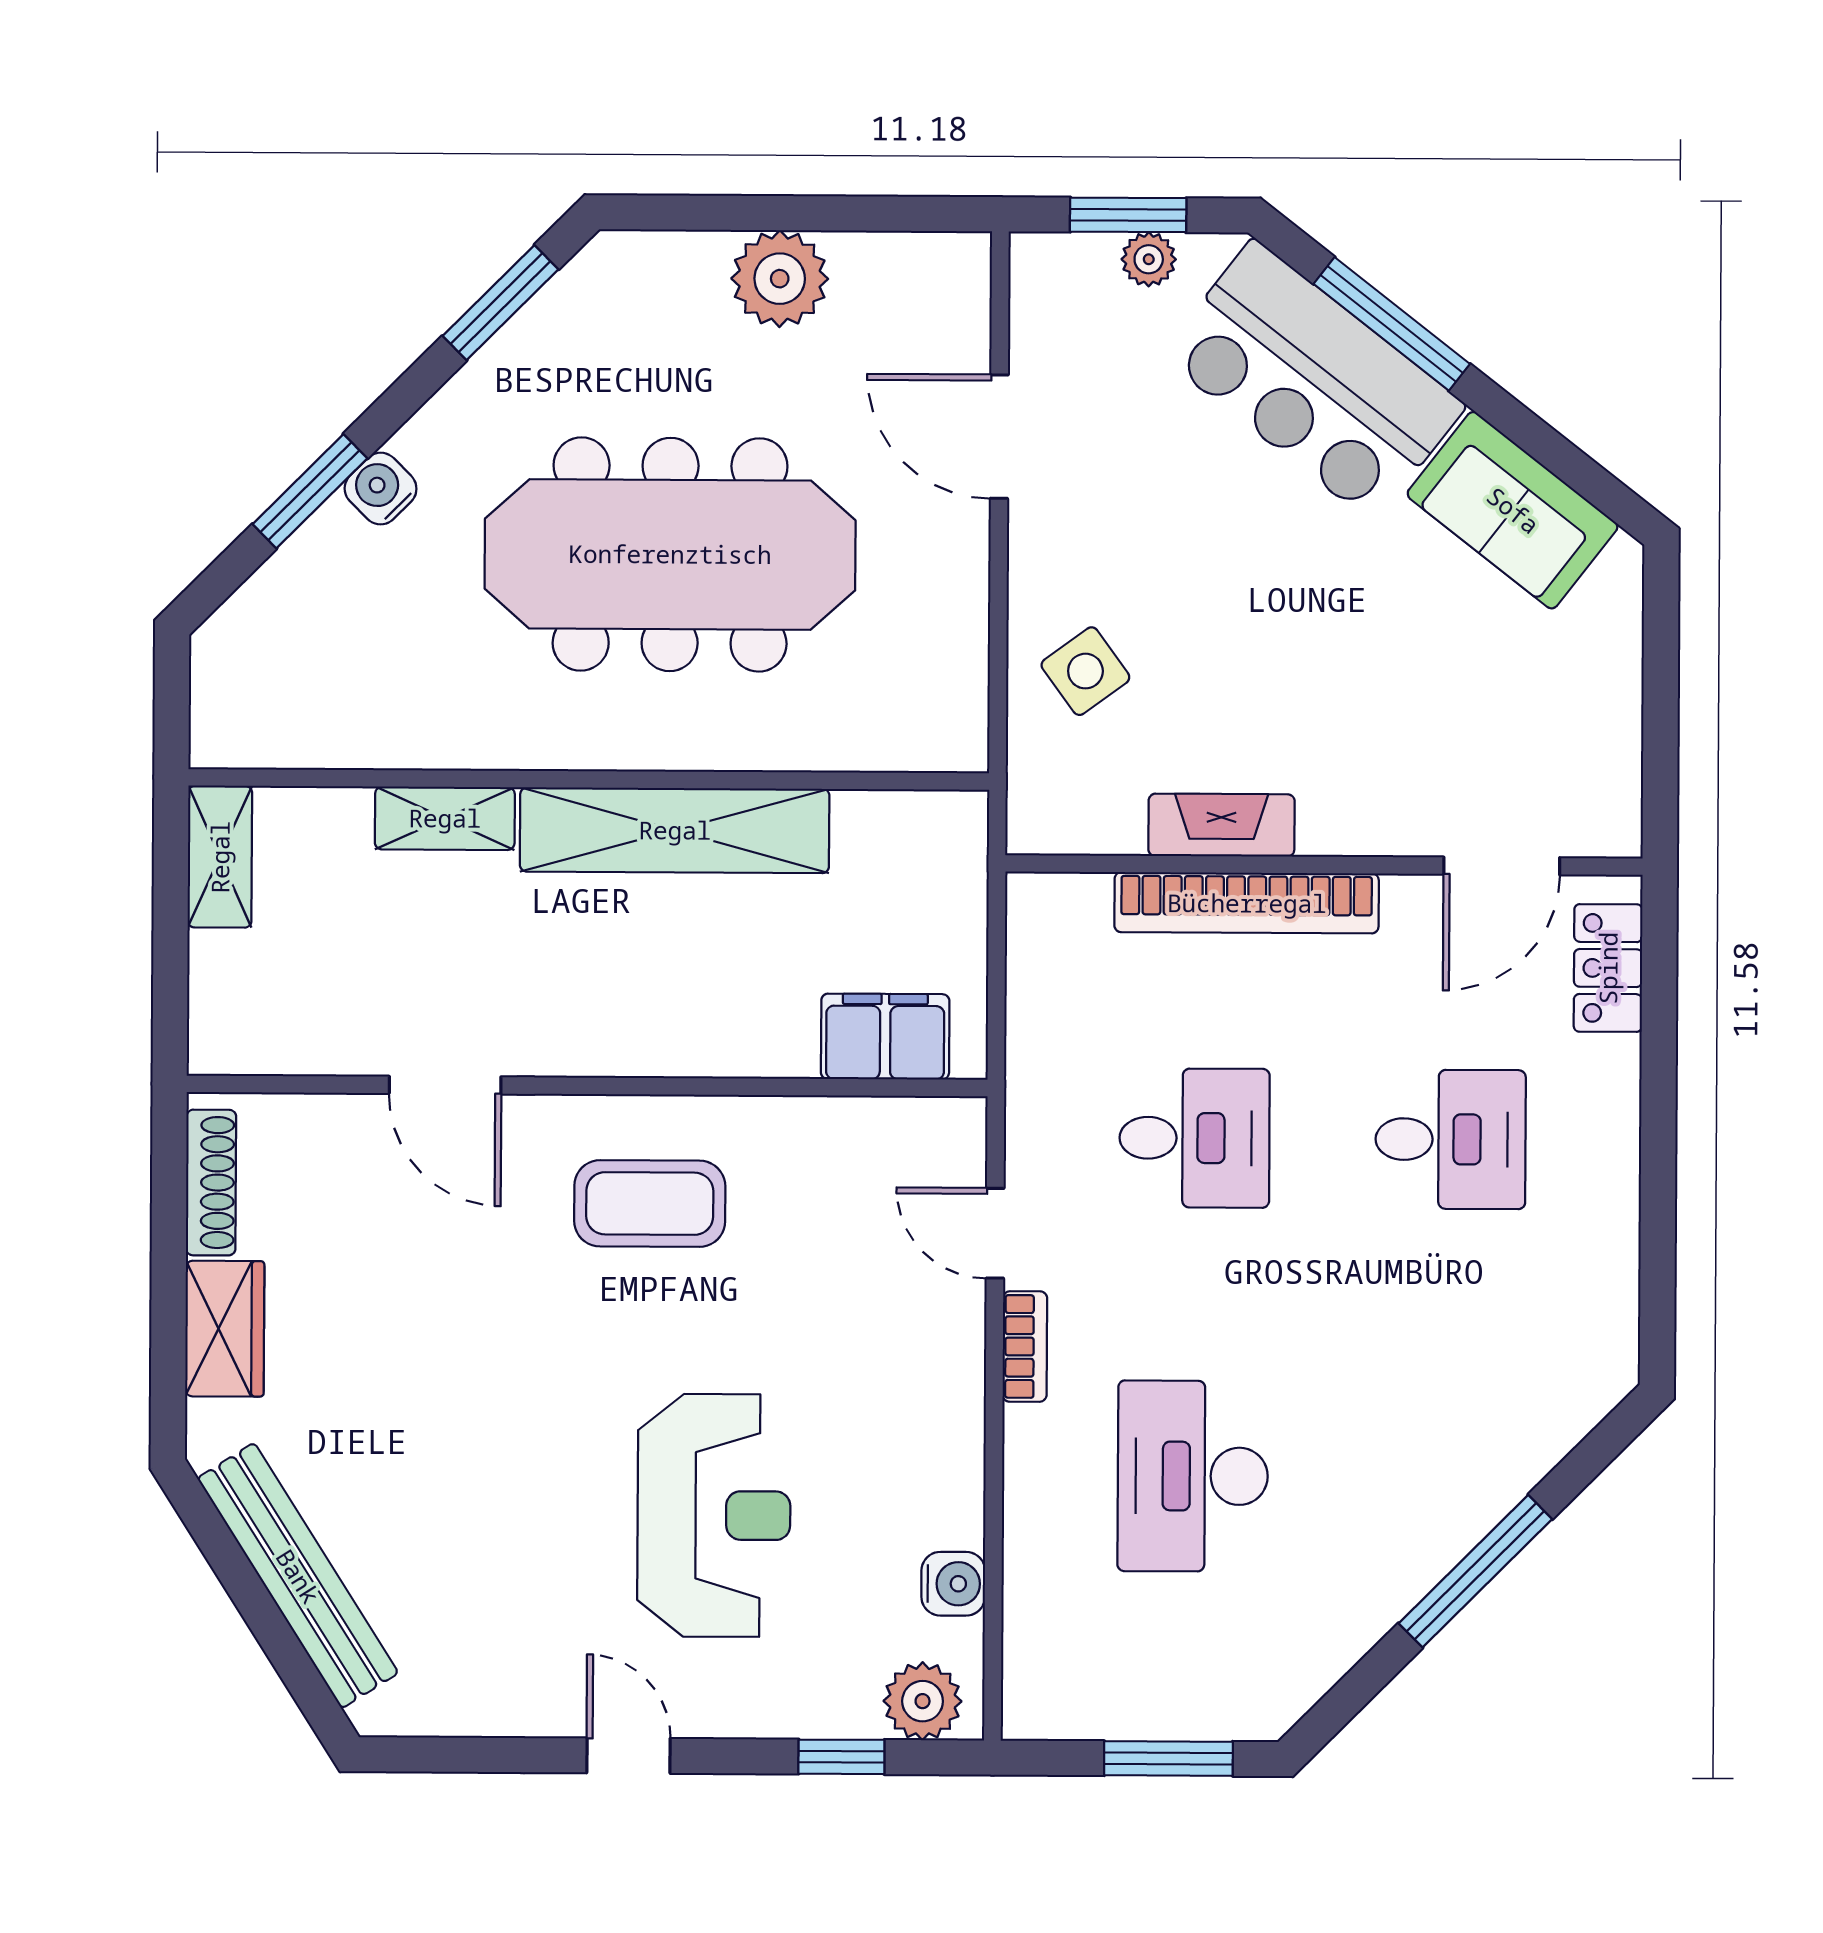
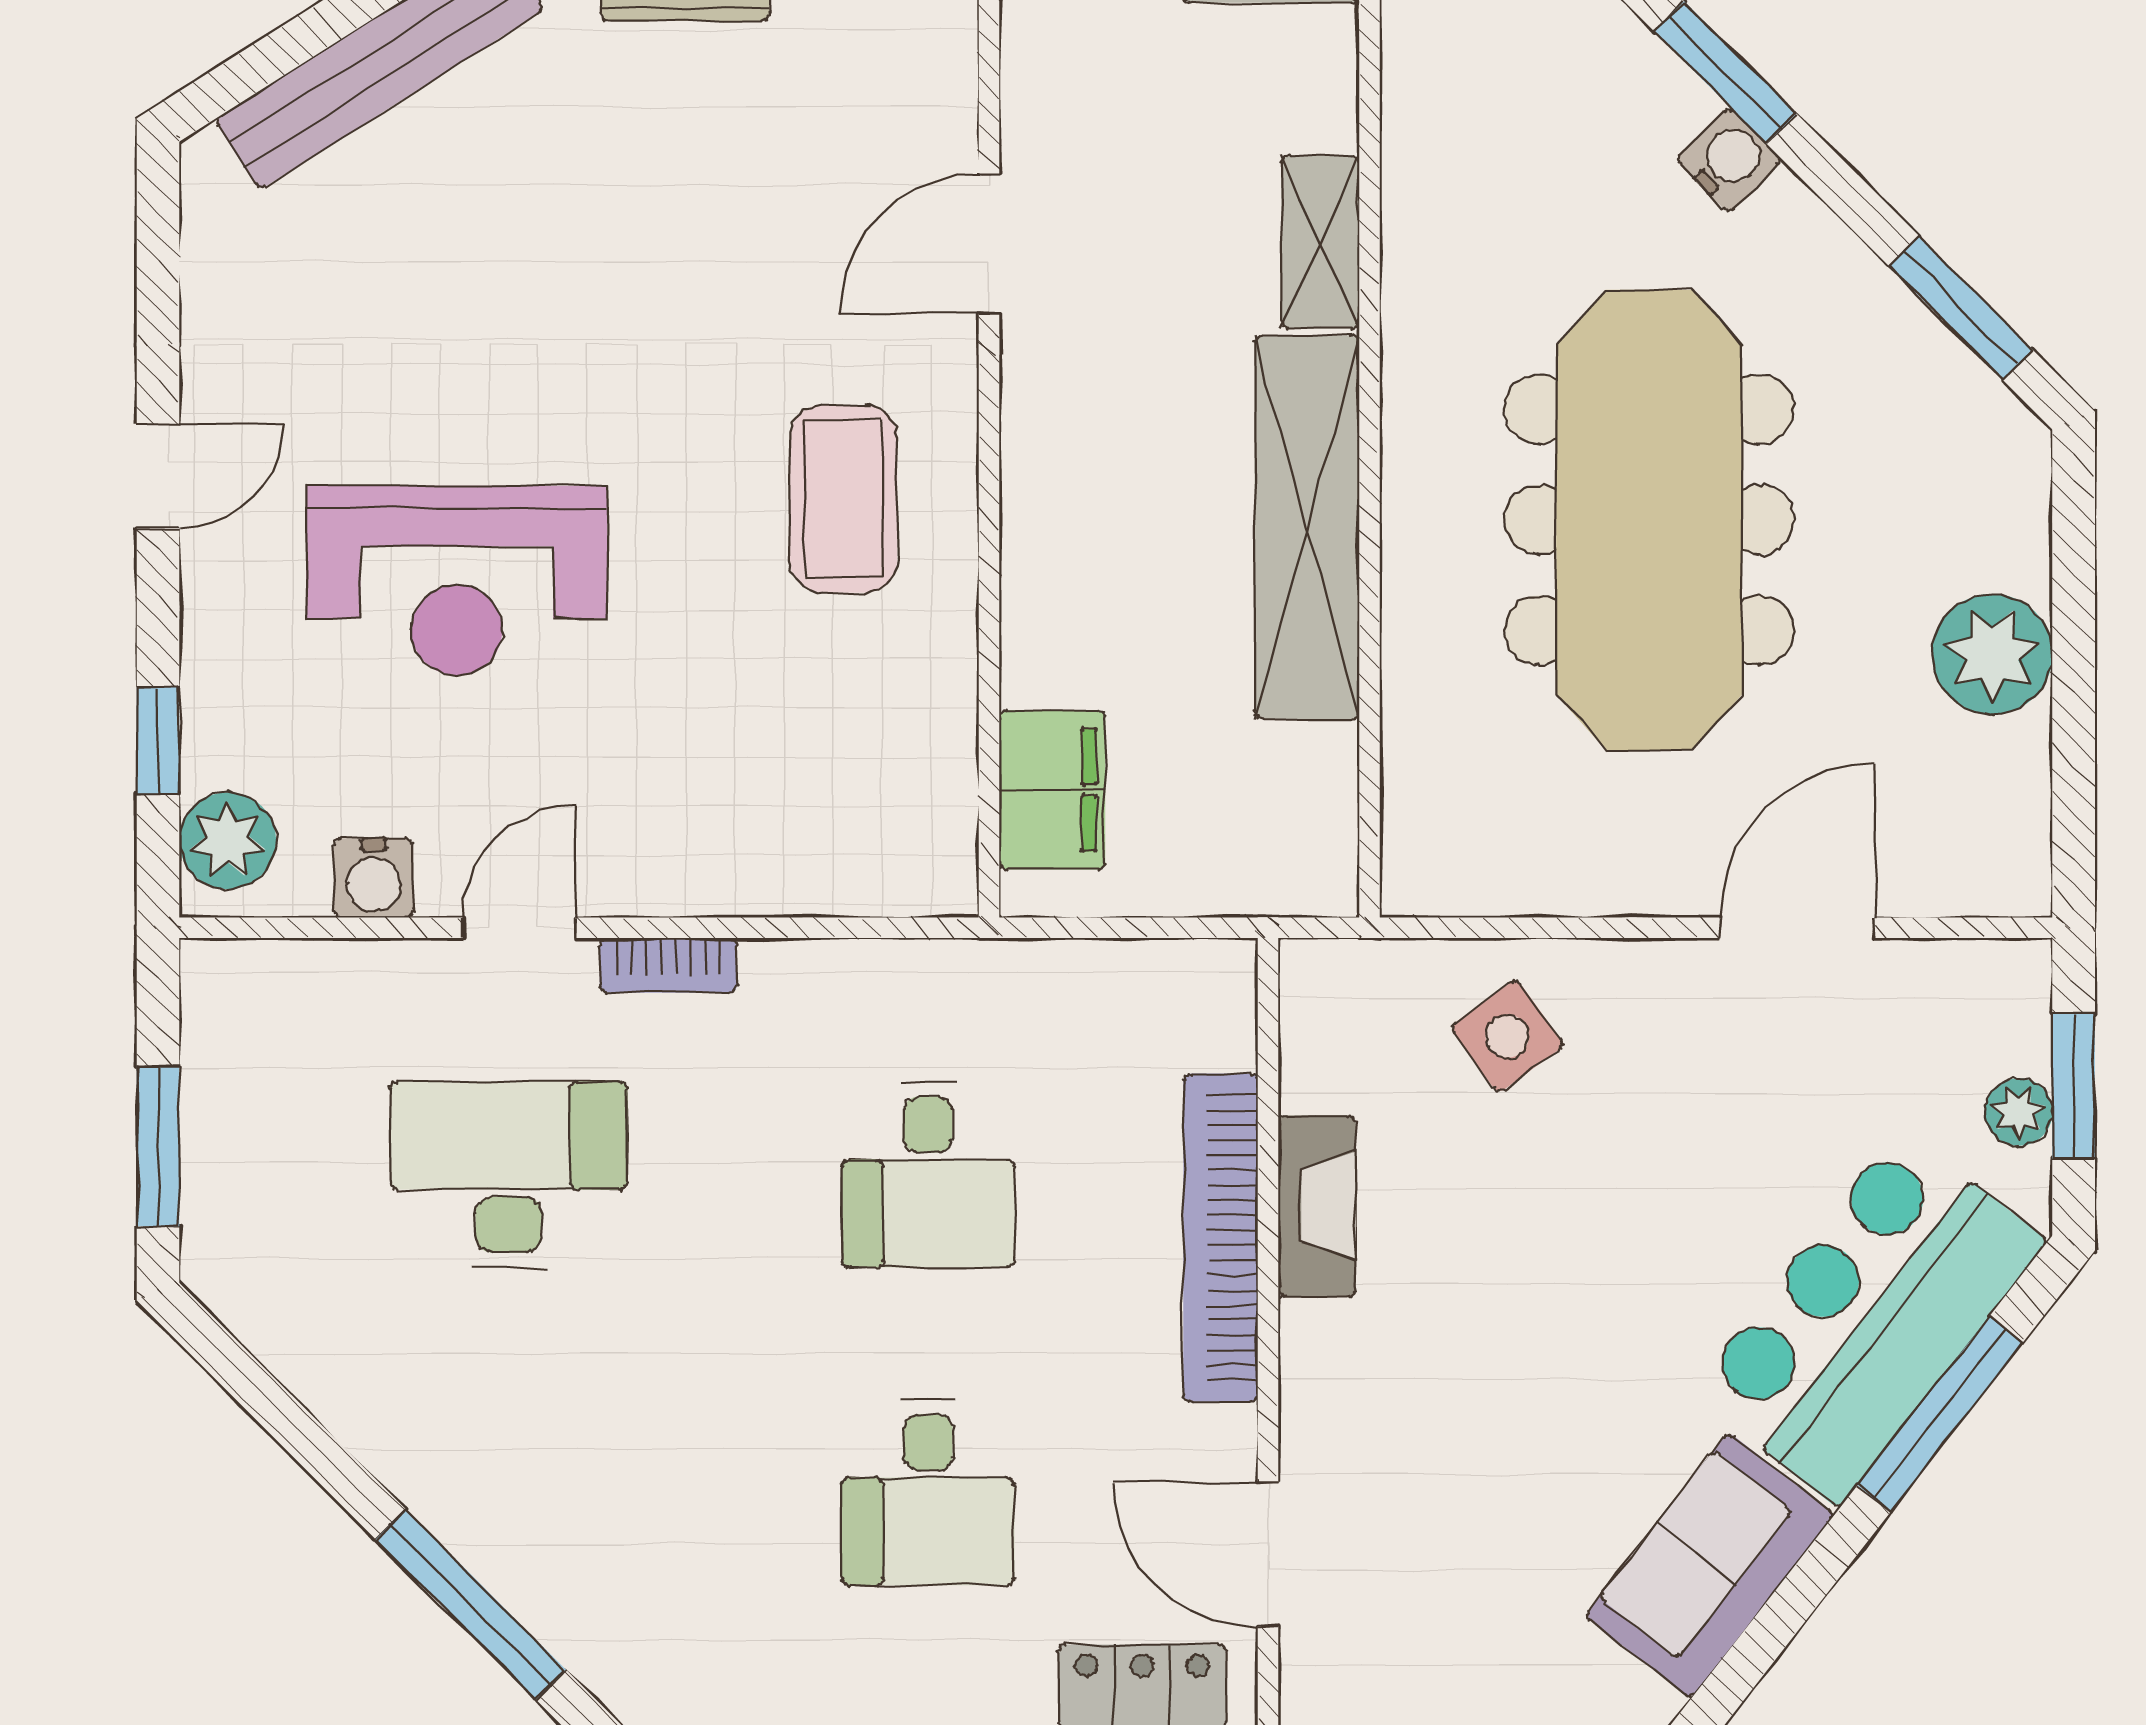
door: (995, 1233) -> (519, 928), moved
window: (1475, 1571) -> (471, 1604), moved

